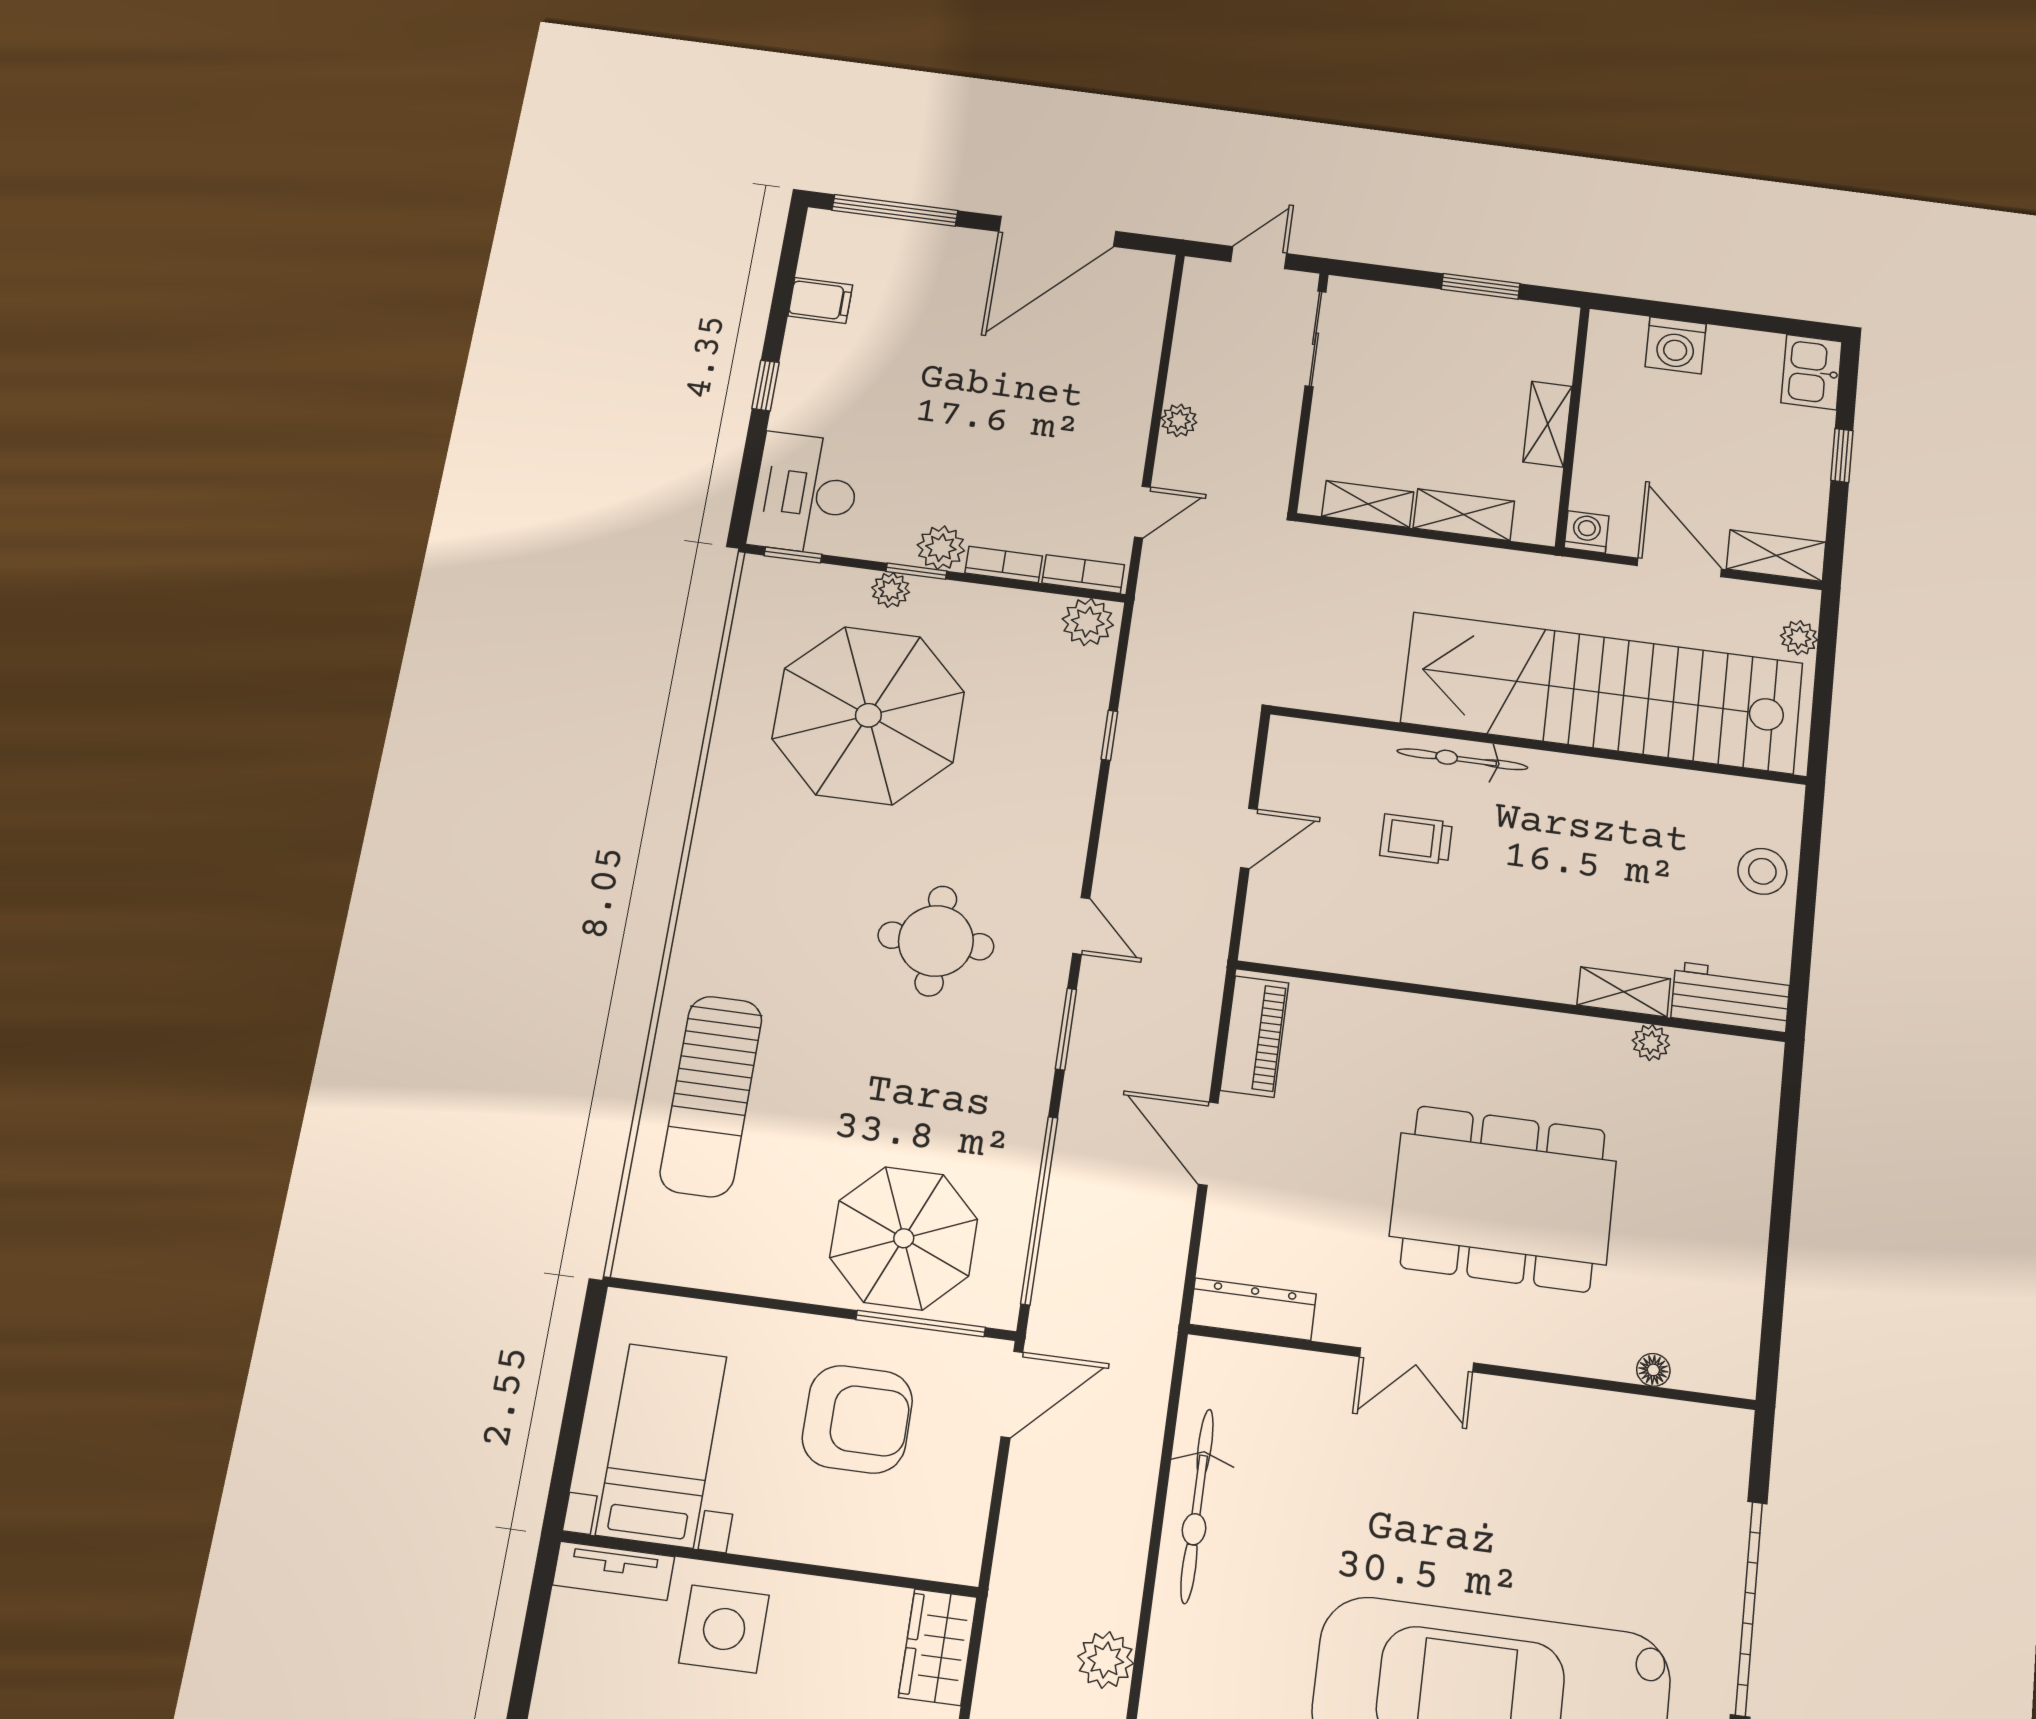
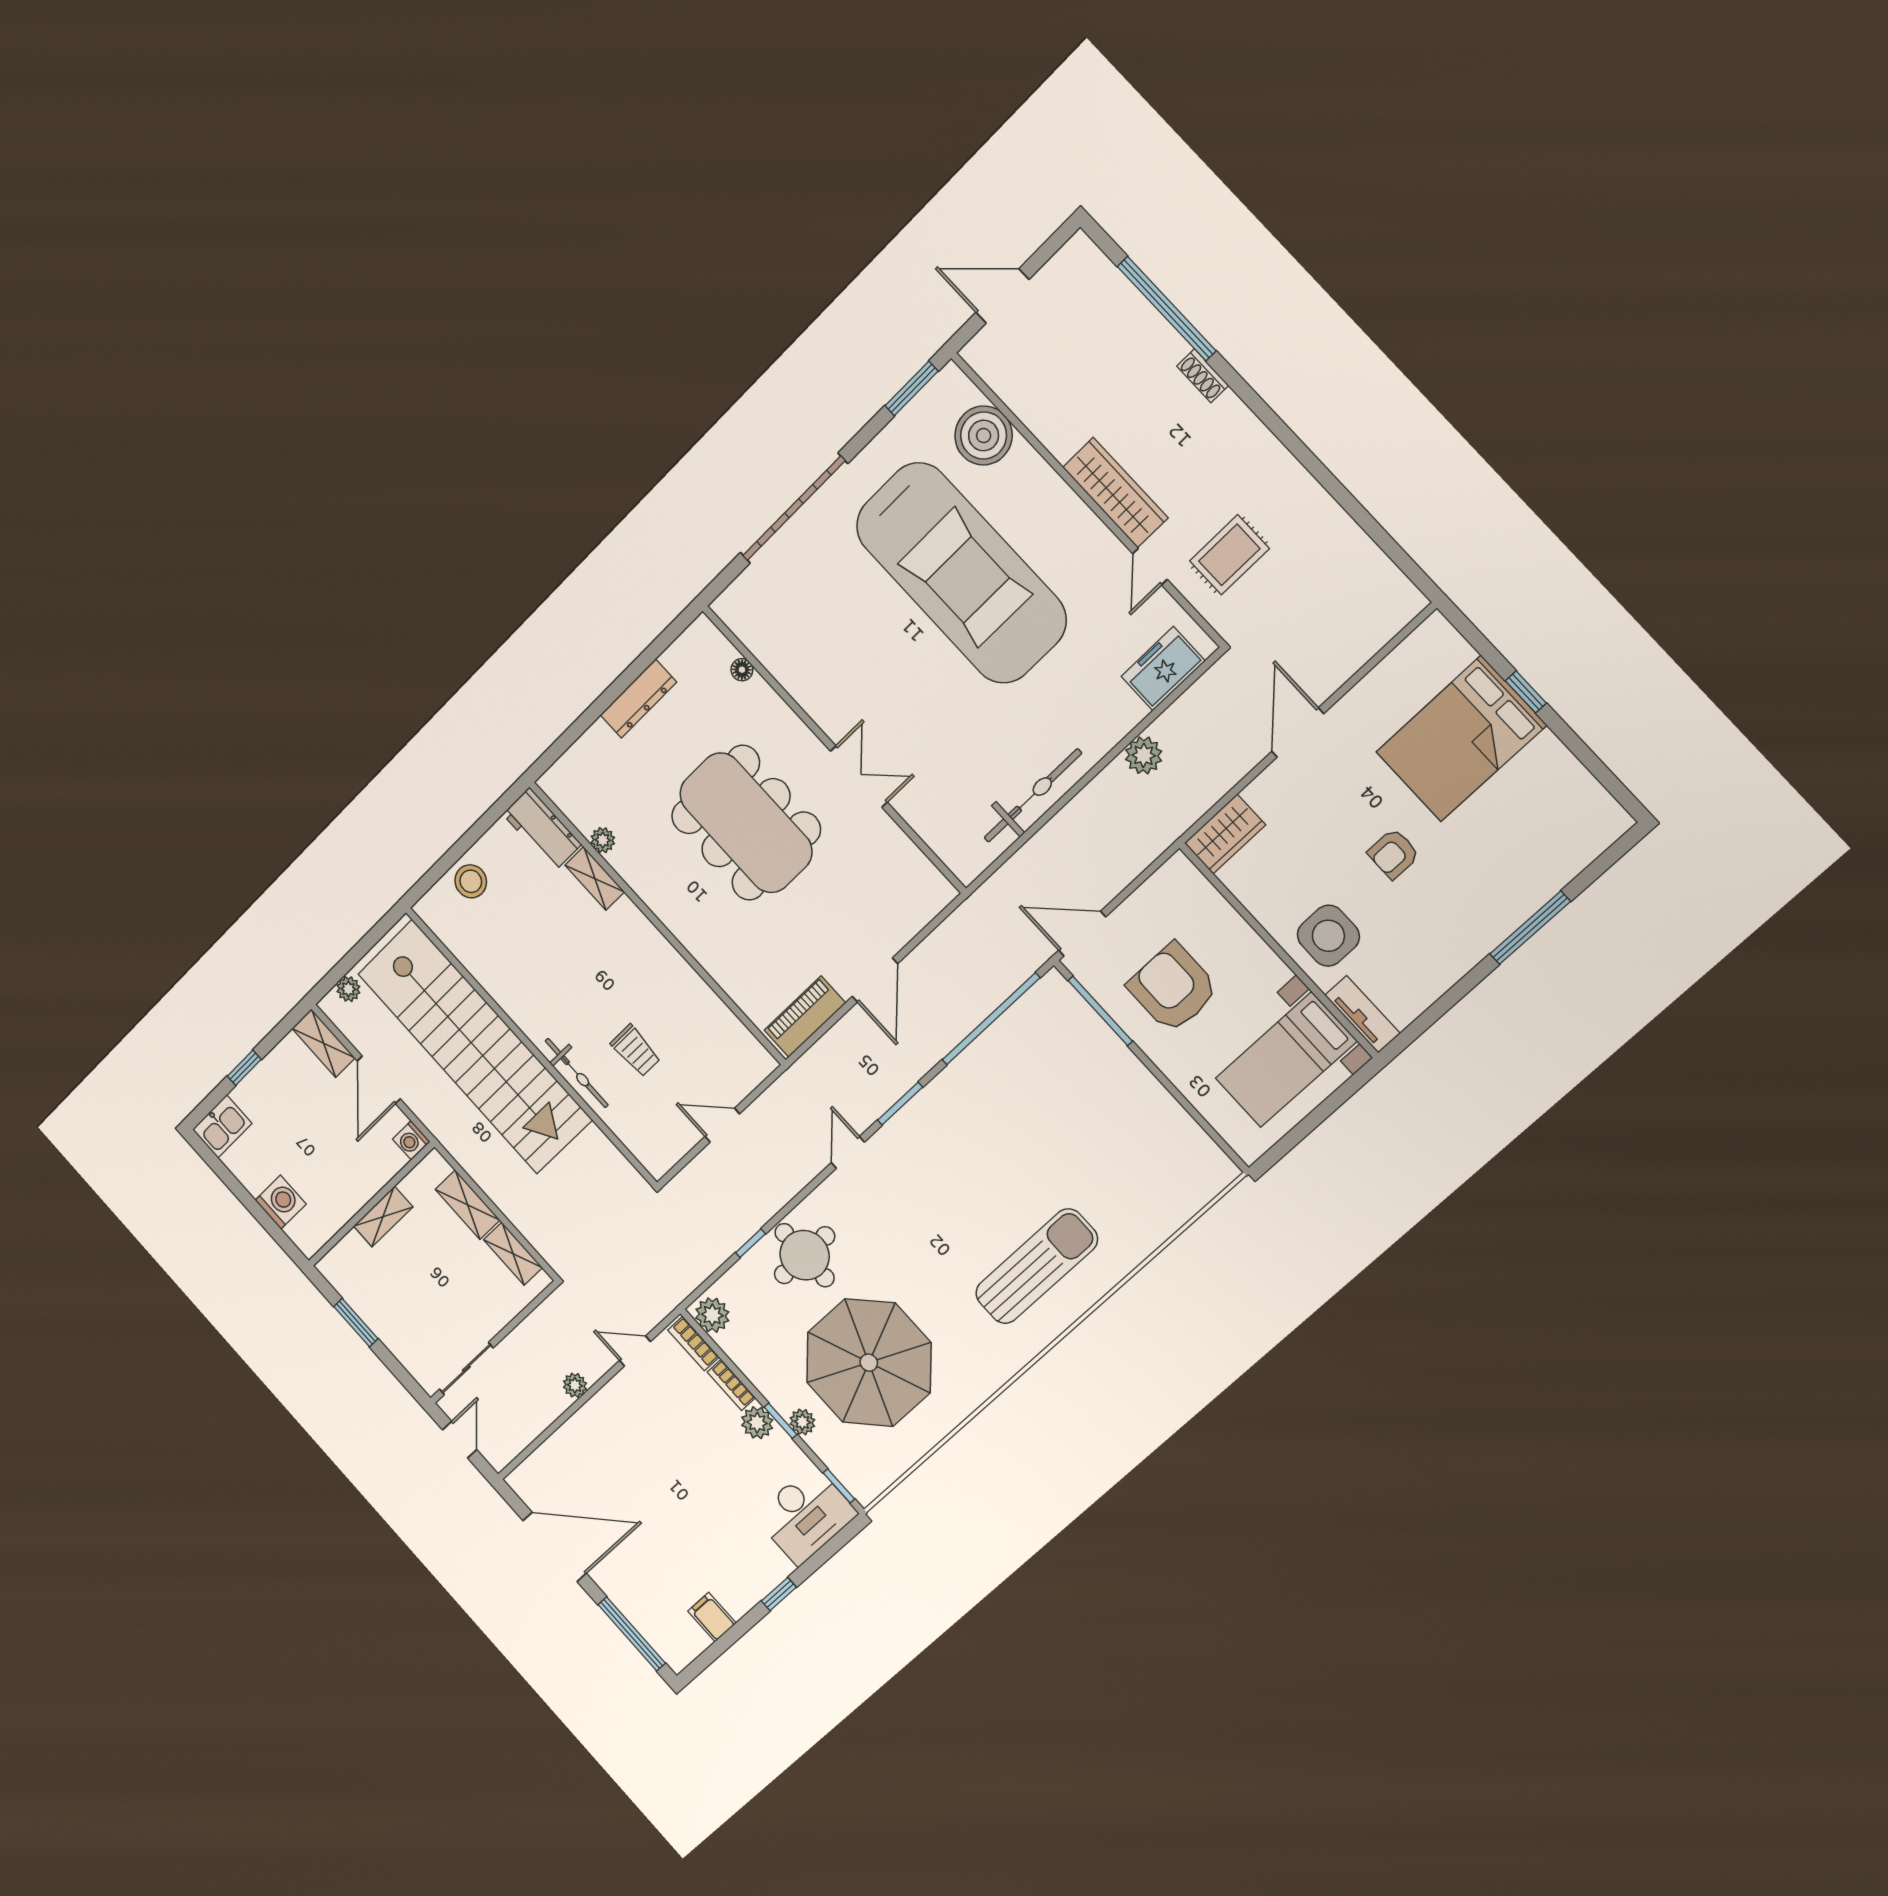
door: (1259, 258) -> (460, 1440), swing flipped
round table: (936, 941) -> (805, 1255), moved
sun lounger: (711, 1096) -> (1037, 1266), moved
parasol: (904, 1238) -> (1073, 1063), removed
dresser: (1253, 1309) -> (638, 699), moved, turned -90

